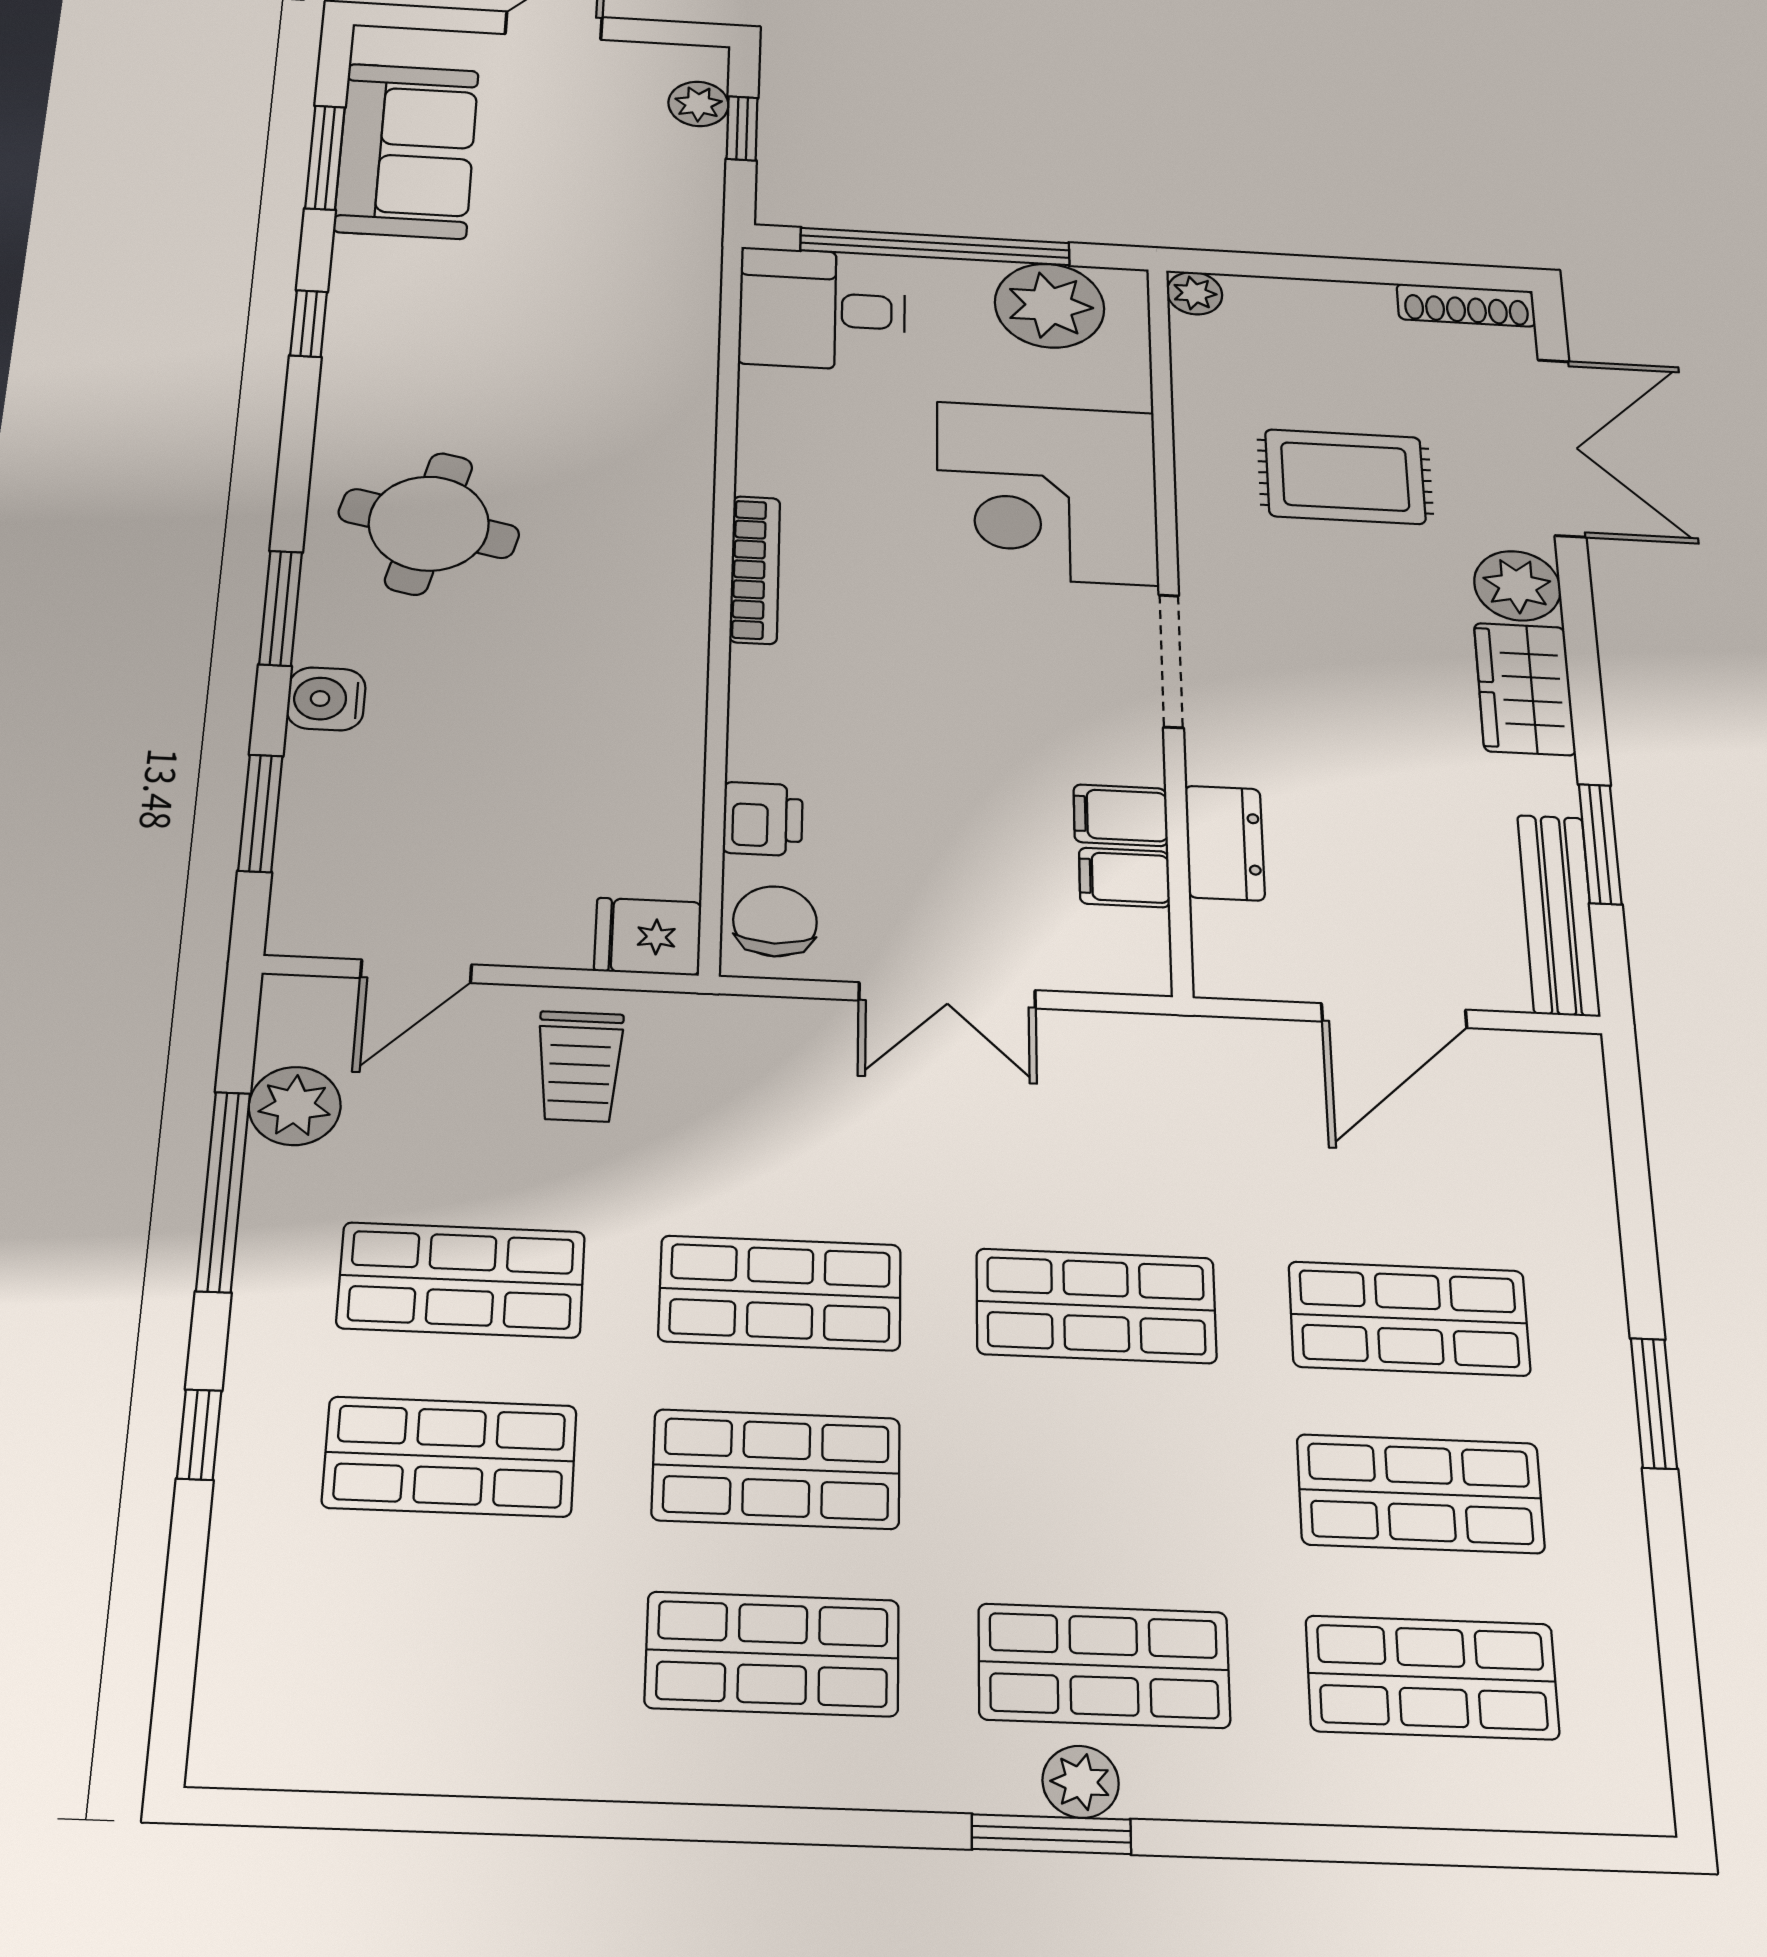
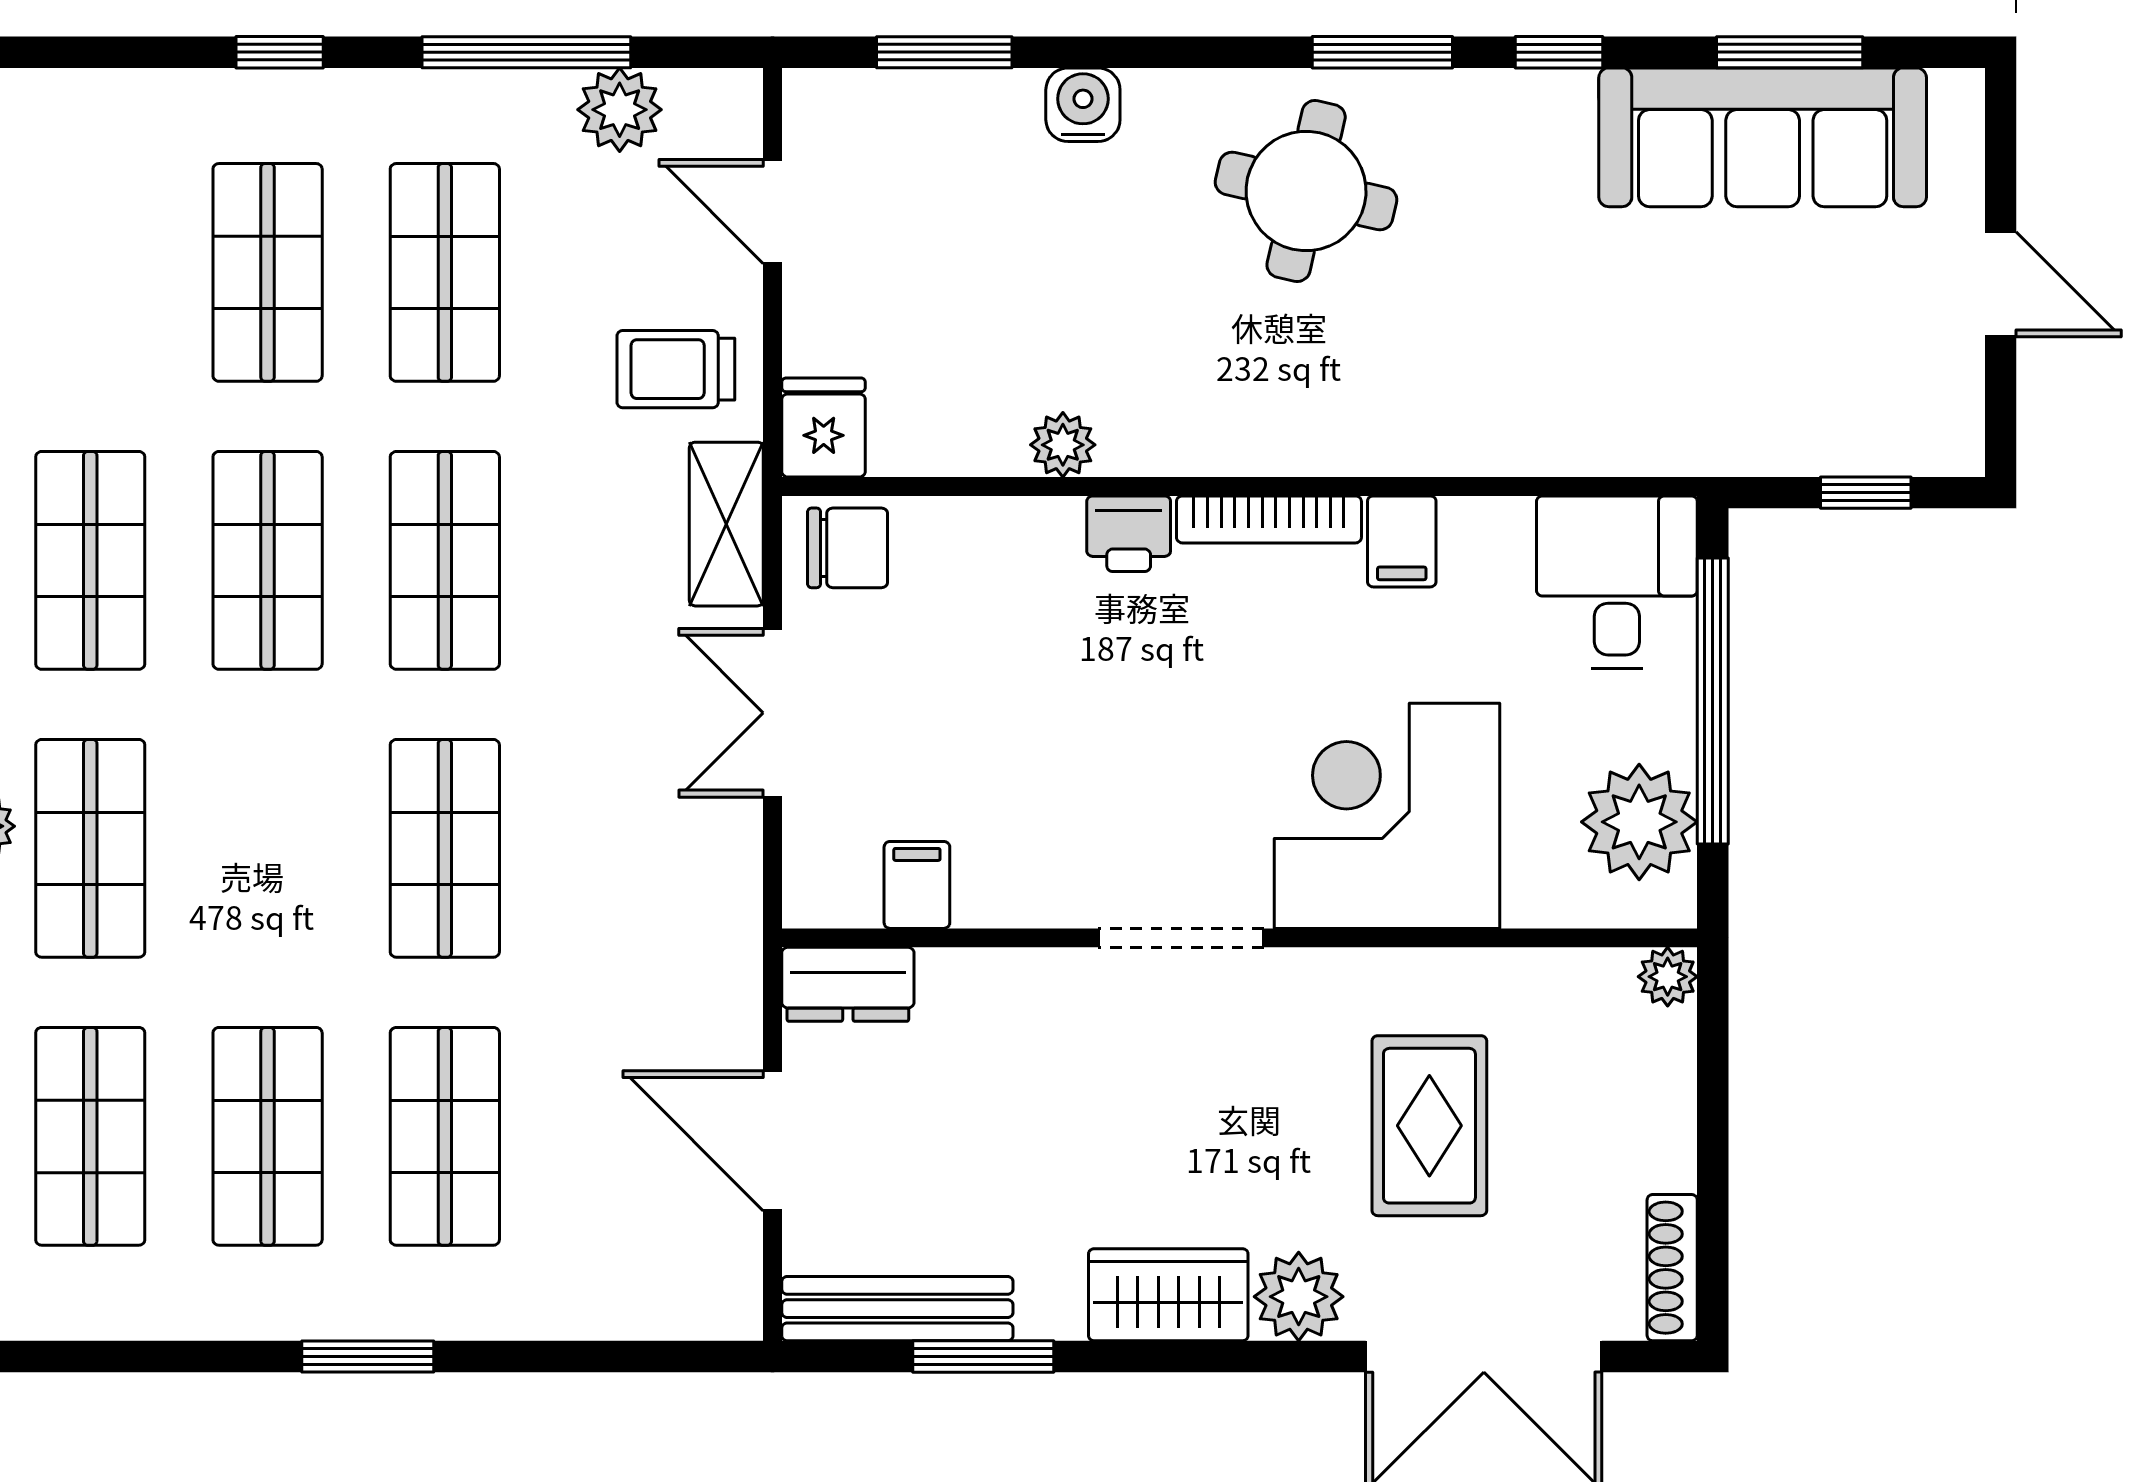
plant: (698, 104) -> (1063, 445), moved
sofa: (407, 151) -> (1763, 137), width x1.36
window: (281, 608) -> (1382, 52), moved
filing cabinet: (1121, 815) -> (1402, 541), moved, turned 180
printer: (763, 819) -> (1129, 534), moved
dresser: (1225, 843) -> (848, 984), moved
shelving: (747, 1028) -> (726, 524), added

